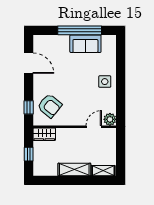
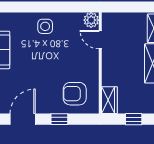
armchair: (50, 106) -> (75, 94), turned -129
window: (29, 107) -> (59, 119), moved

